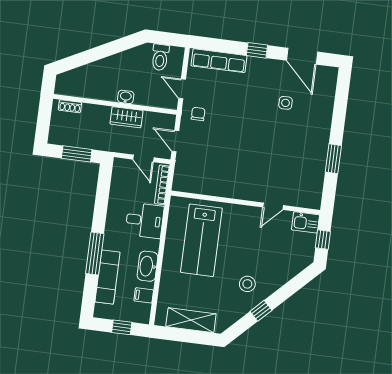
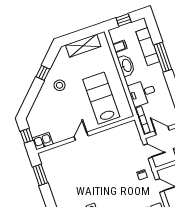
window: (333, 159) -> (40, 175), moved
door: (273, 206) -> (81, 136), moved

